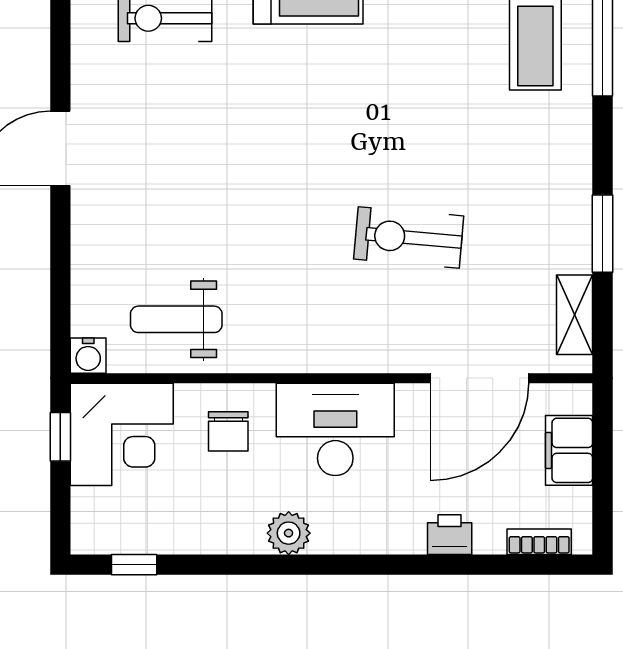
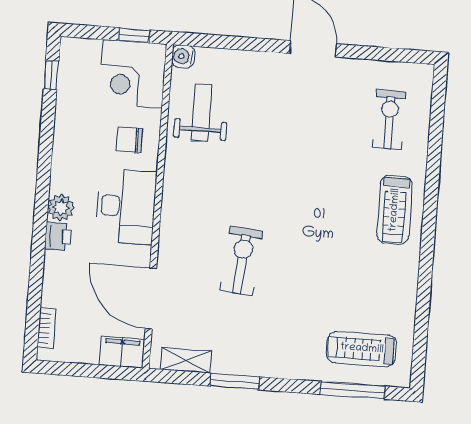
filing cabinet: (569, 450) -> (122, 352), moved
plant: (289, 533) -> (61, 208), moved
printer: (450, 535) -> (58, 236), moved

